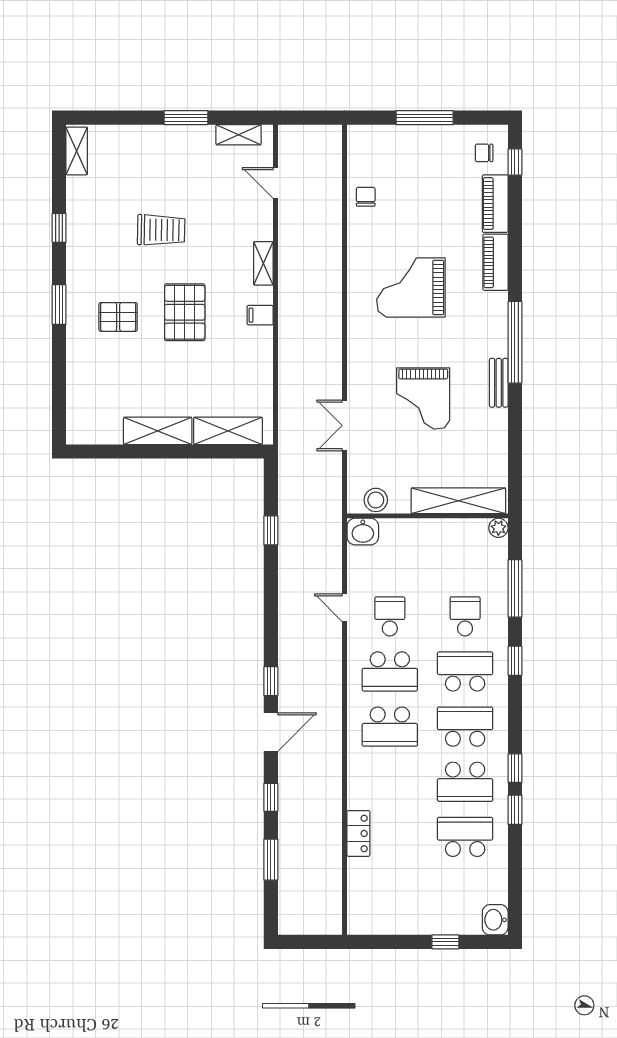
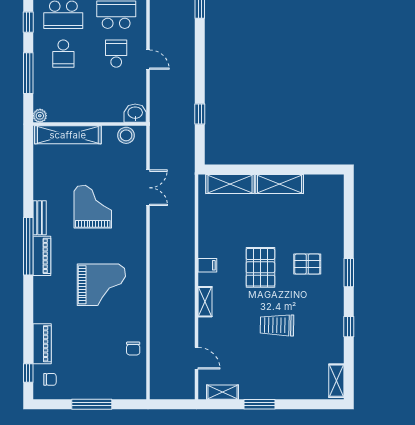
piano: (495, 262) -> (42, 256), moved
school desk: (390, 616) -> (116, 54), turned 180

